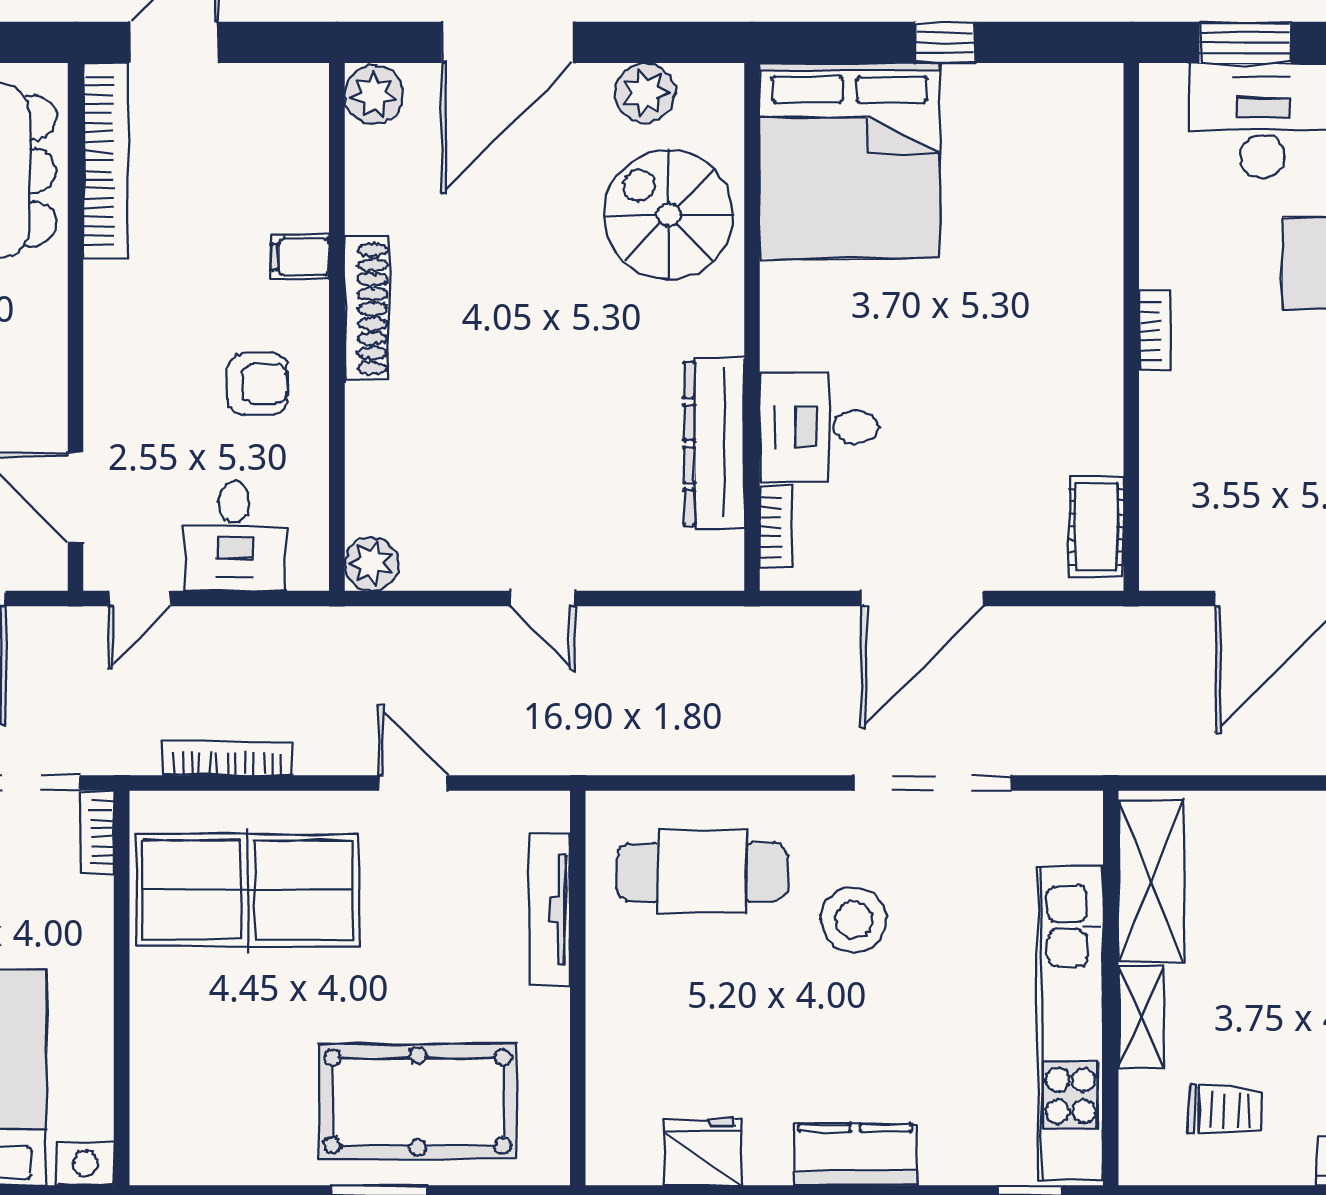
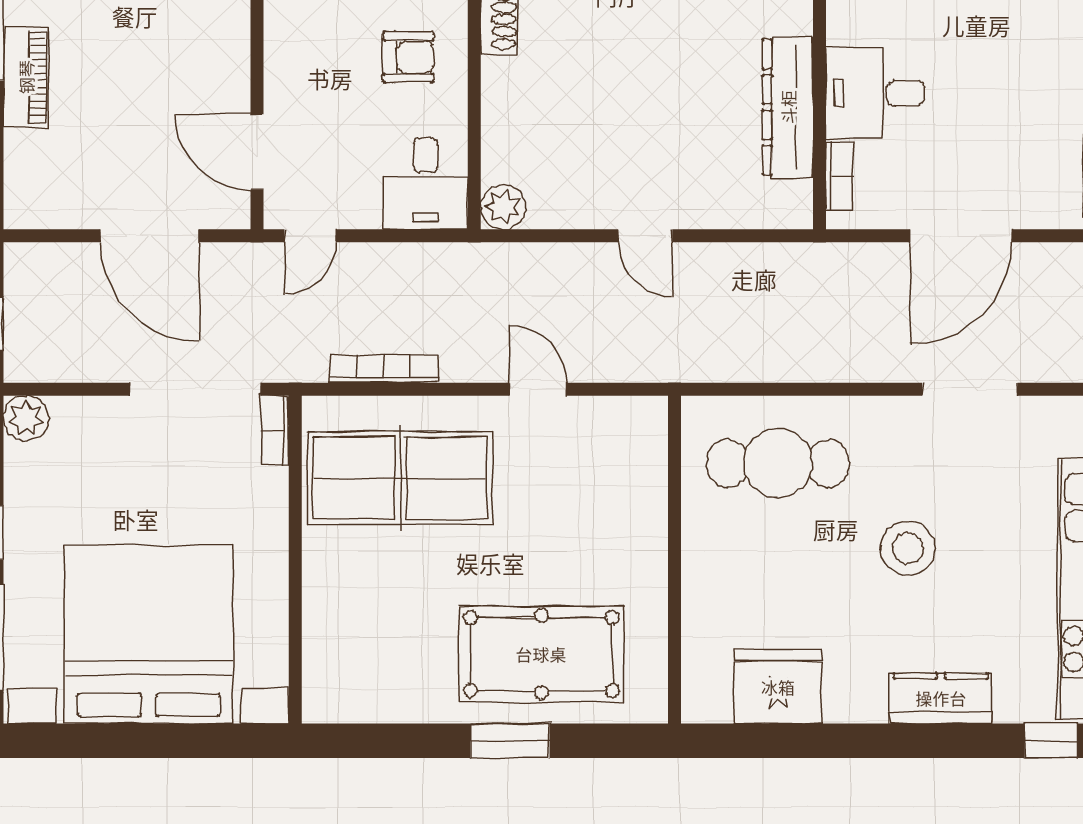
desk: (234, 536) -> (426, 184), moved
doorway: (933, 783) -> (970, 389), width x0.73
tv unit: (550, 909) -> (651, 494), removed
stool: (854, 920) -> (908, 548), moved
fridge: (702, 1152) -> (778, 687), width x1.36, depth x1.34
kitchen counter: (855, 1155) -> (941, 698), moved

